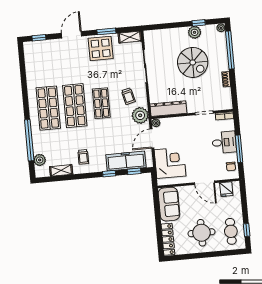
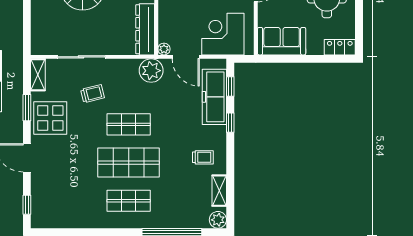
trolley: (128, 96) -> (92, 94), moved
shop shelf: (48, 108) -> (129, 201), width x0.70, depth x0.74
plant: (40, 160) -> (218, 220), moved
locker: (168, 239) -> (340, 47), width x0.66

